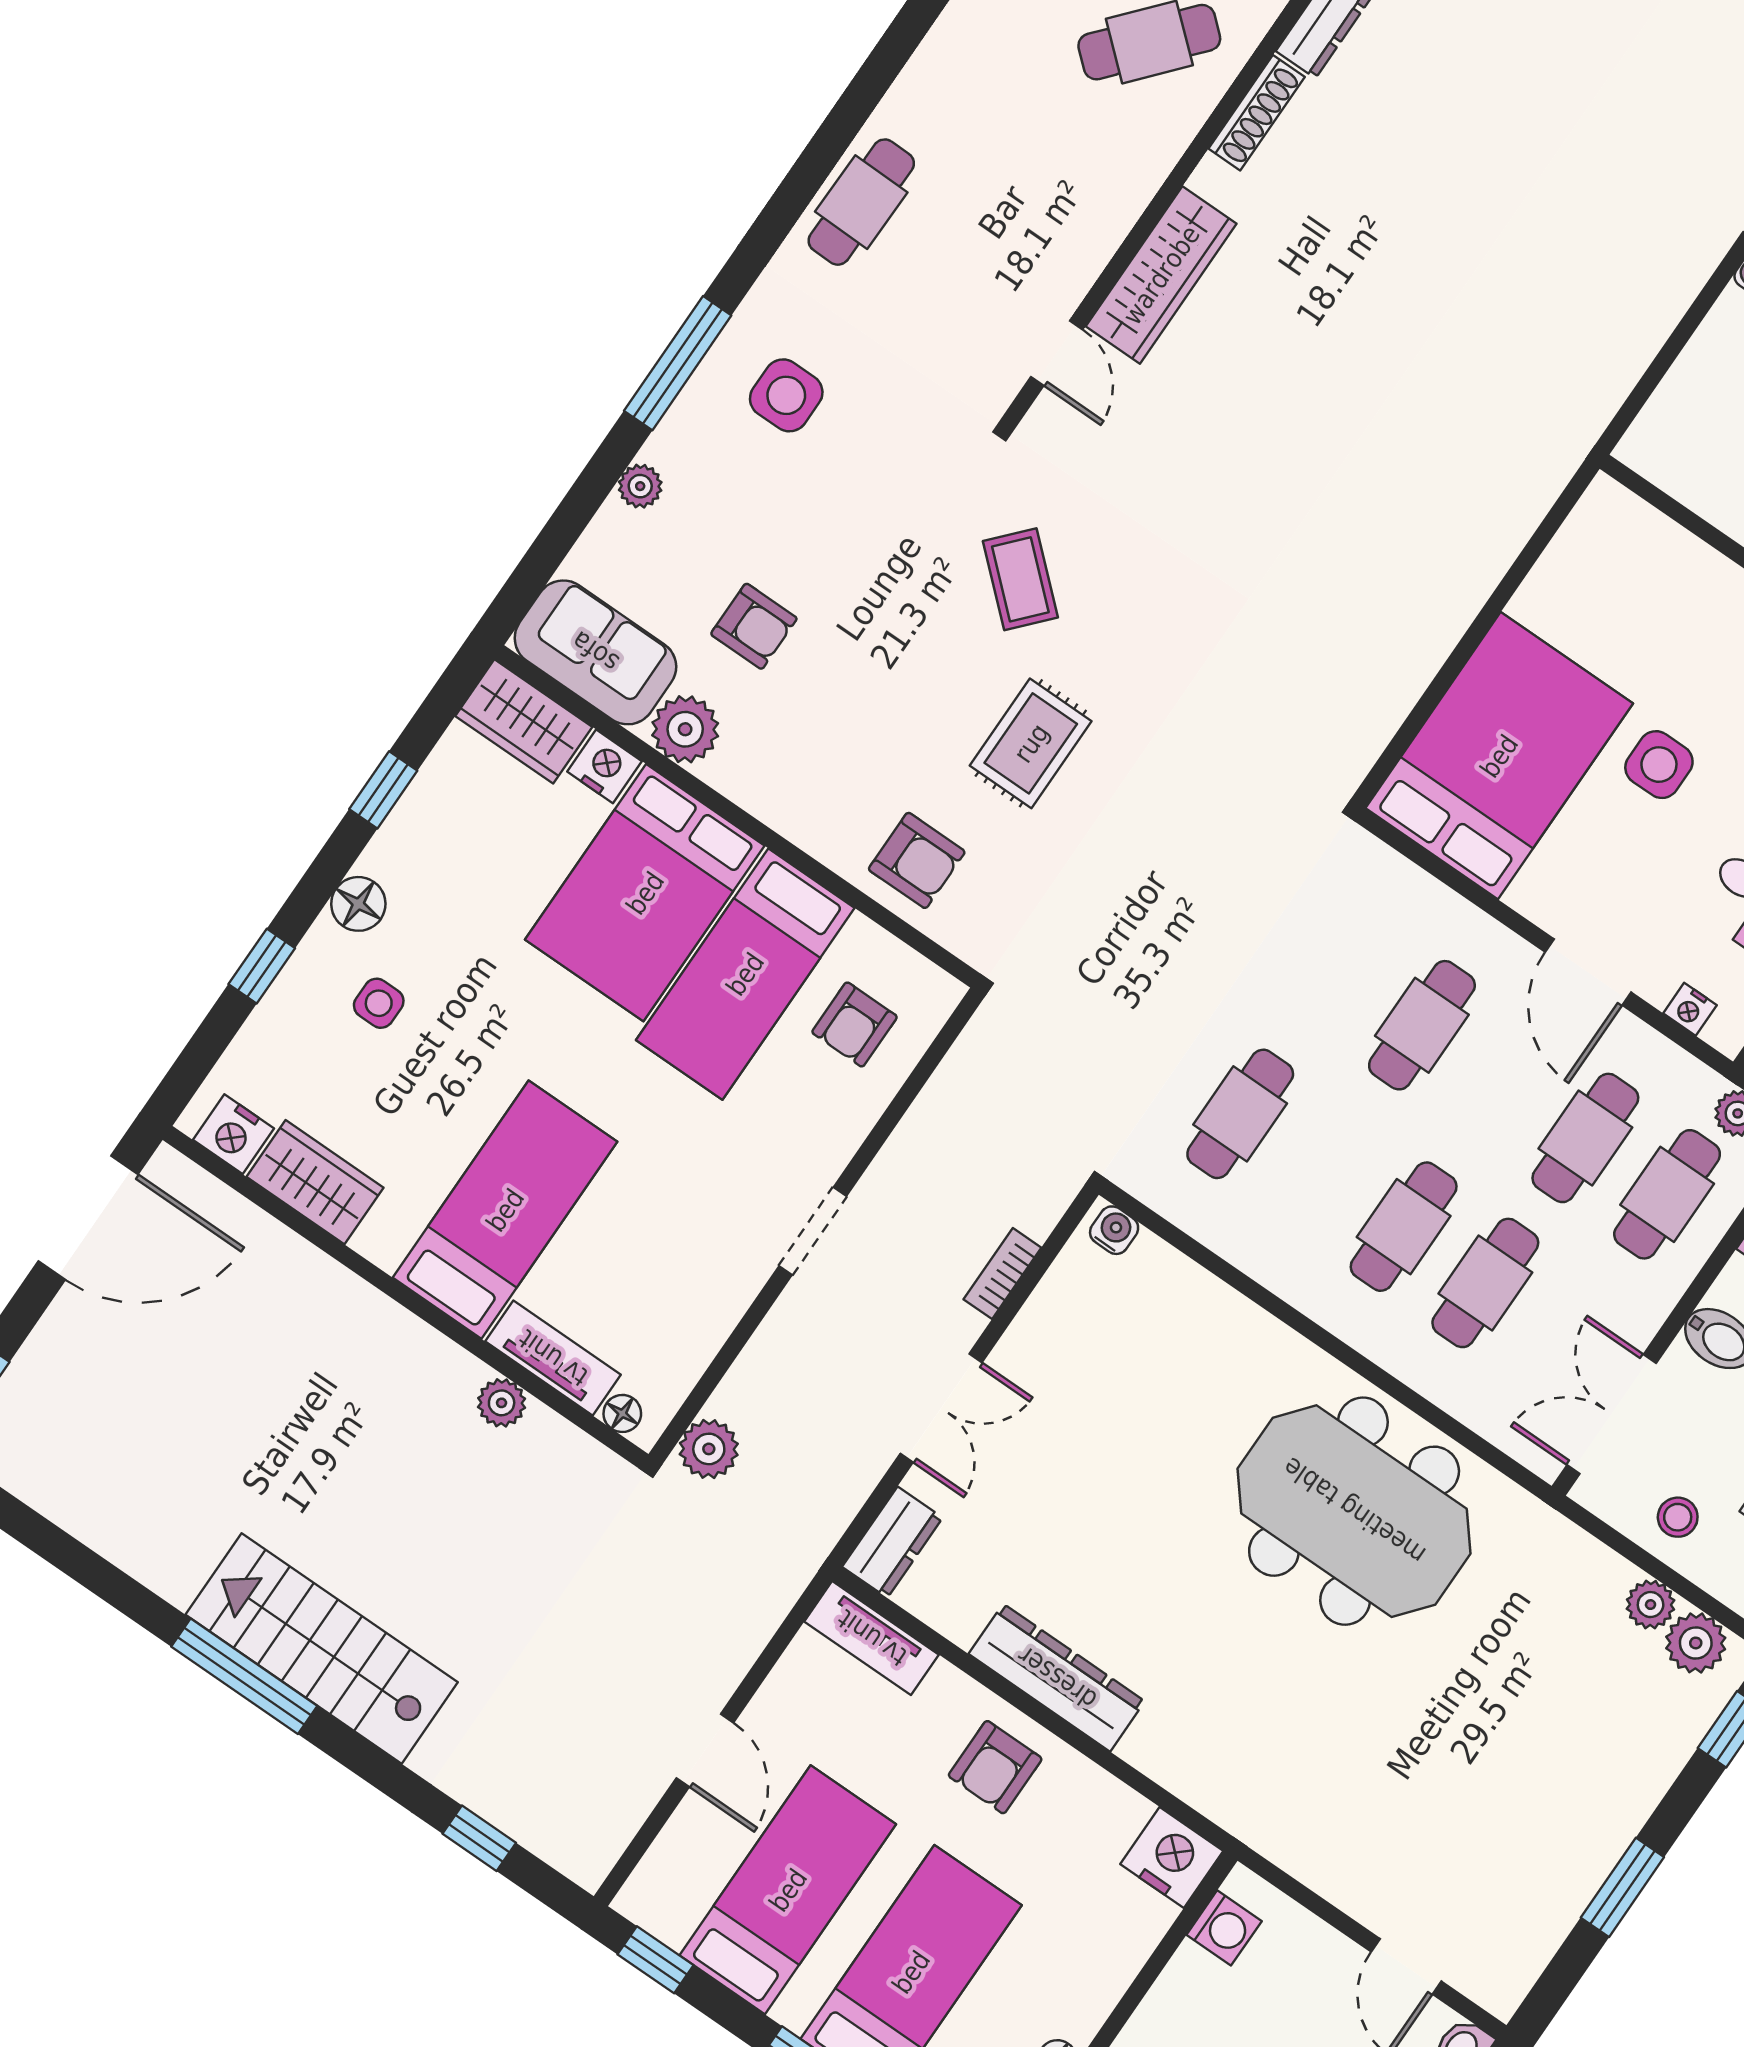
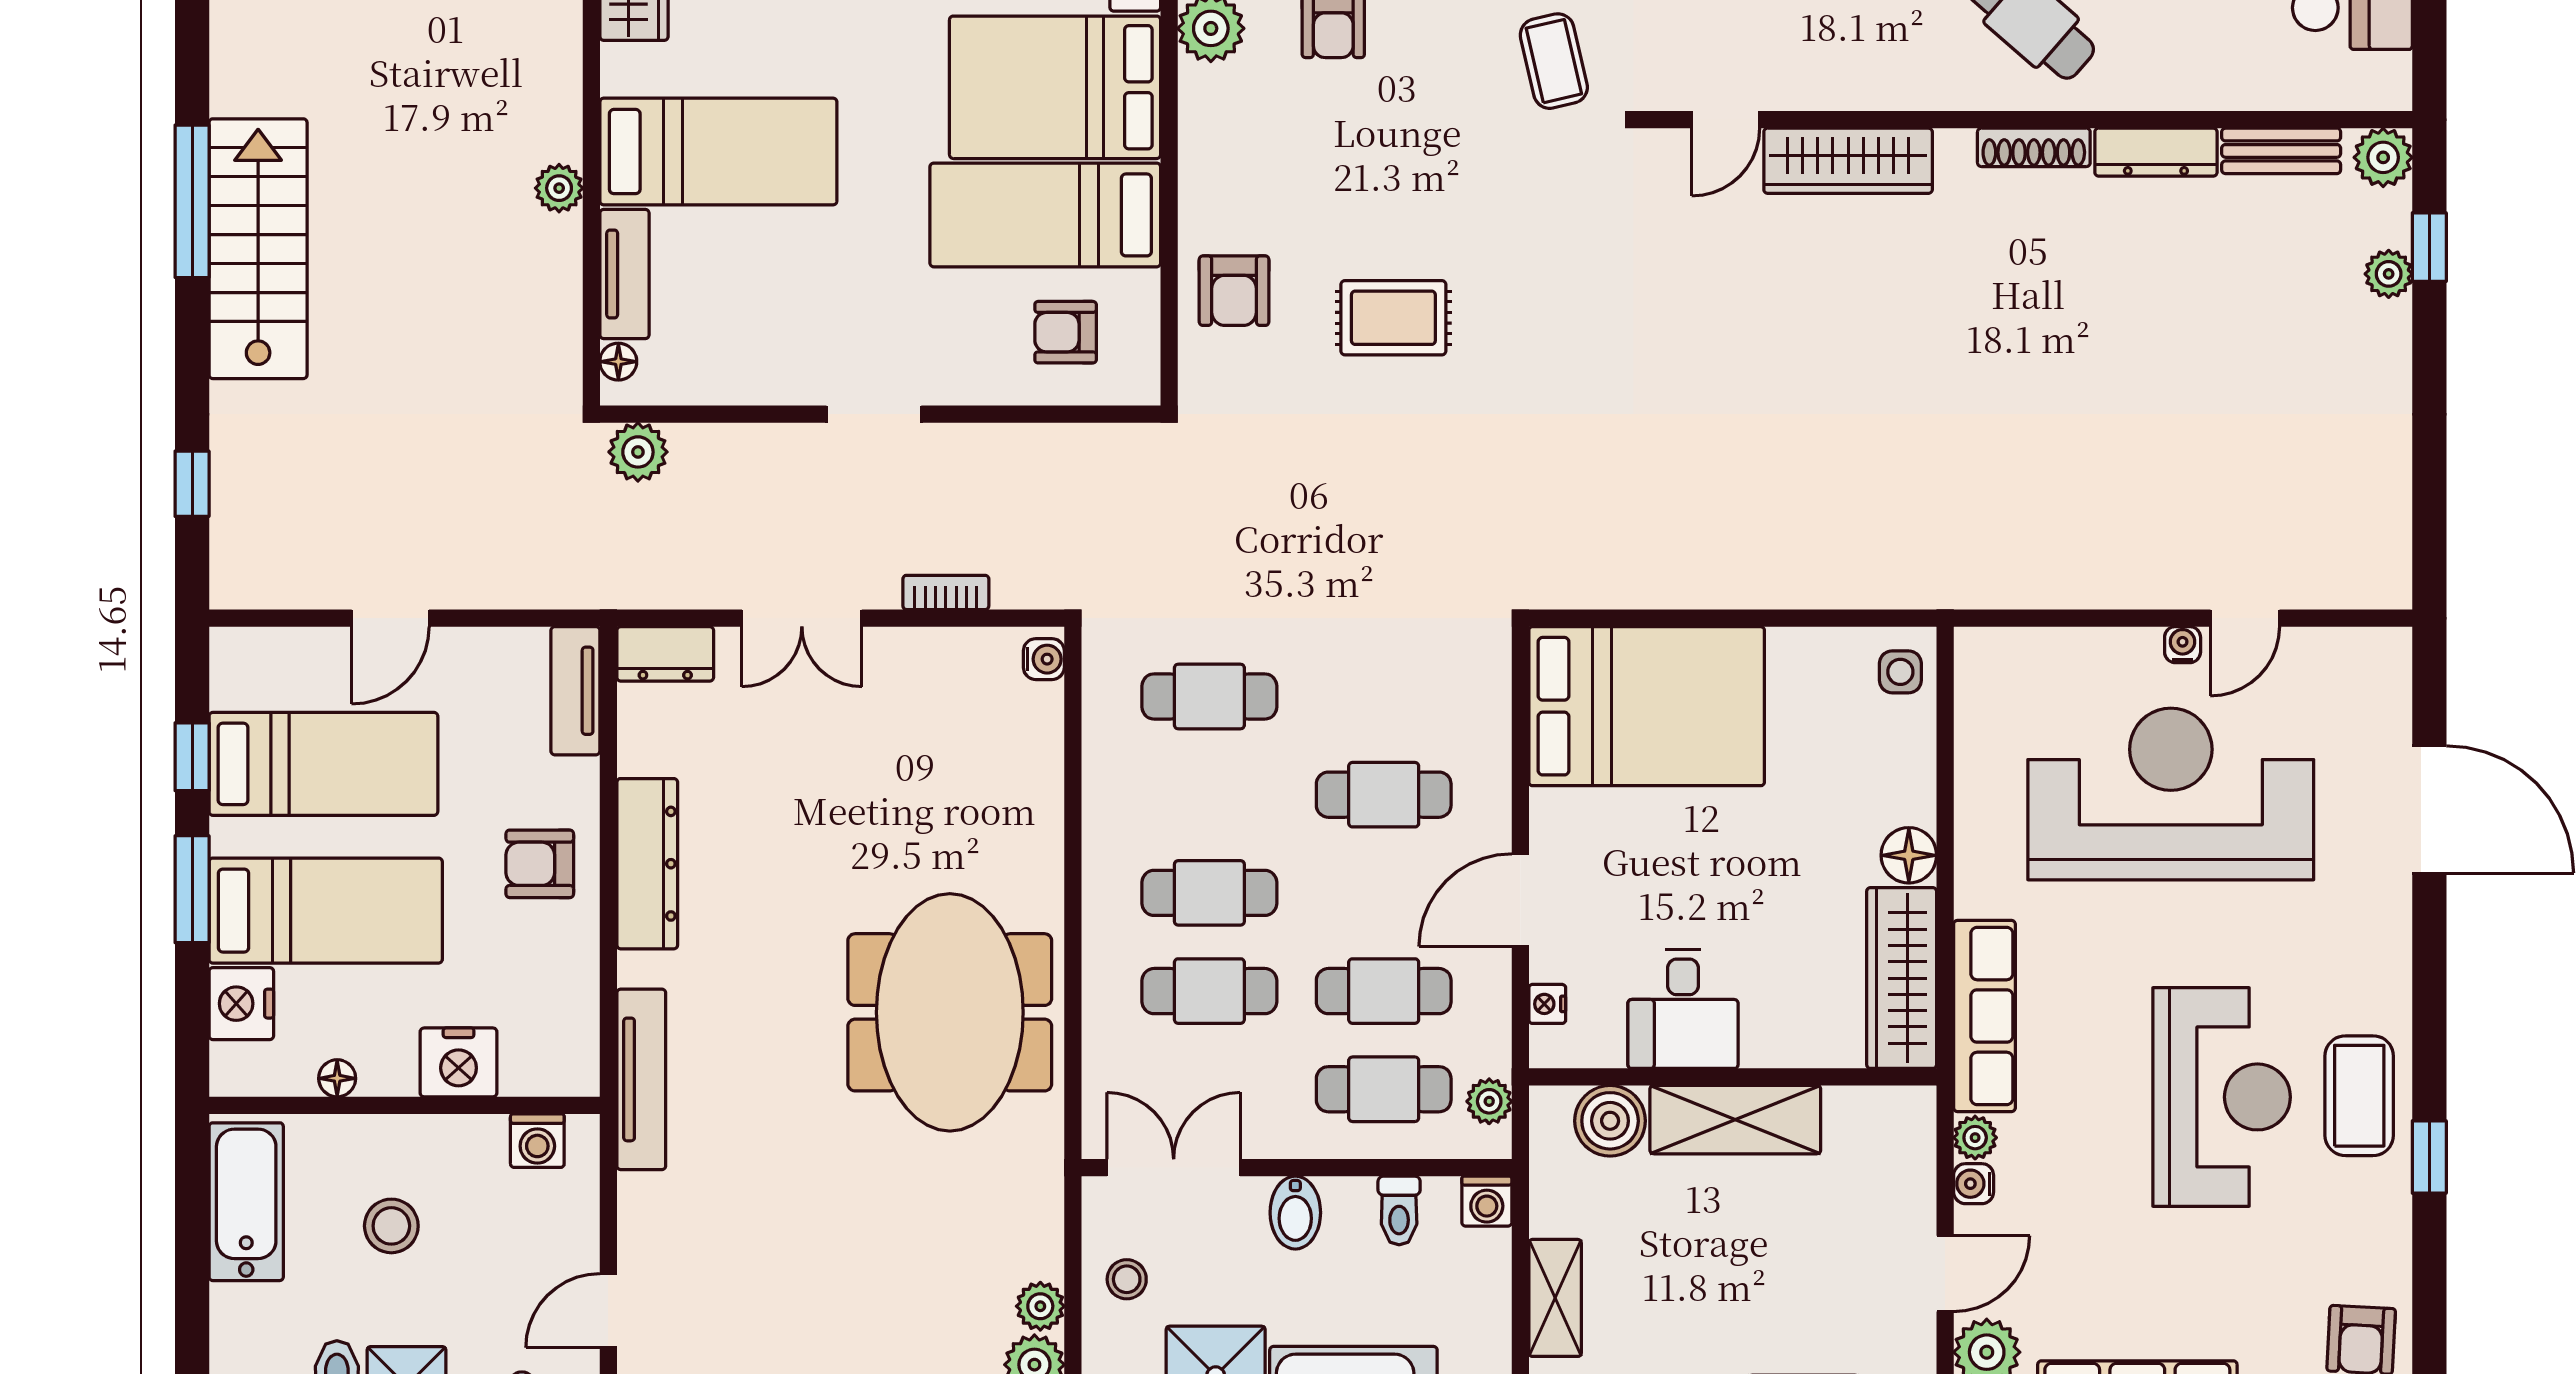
coffee table: (1020, 579) -> (1554, 61), moved, turned -55
side table: (1659, 765) -> (1900, 672), moved, width x0.73, depth x0.73
plant: (502, 1403) -> (559, 188), moved
tv unit: (1233, 1806) -> (641, 1079), added
nightstand: (1172, 1857) -> (459, 1062), moved, turned 90
window: (655, 1960) -> (192, 757), moved

